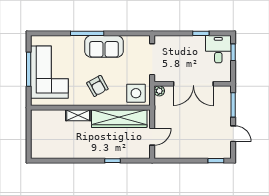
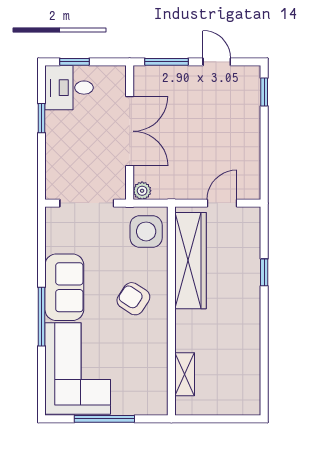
corner sofa: (49, 72) -> (78, 368), moved, turned 90
armchair: (97, 86) -> (133, 299), turned -118
shelving: (78, 115) -> (185, 374), moved
door: (233, 134) -> (217, 62), hinge flipped
door: (152, 137) -> (222, 203), hinge flipped

